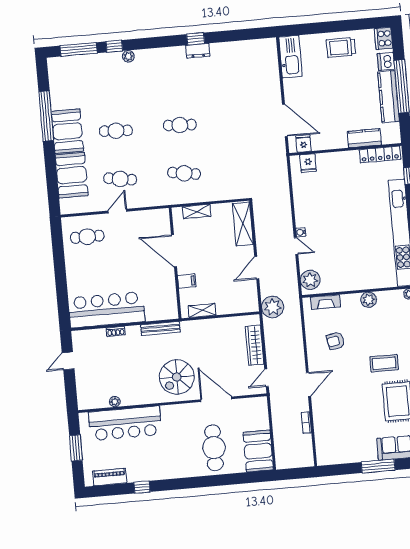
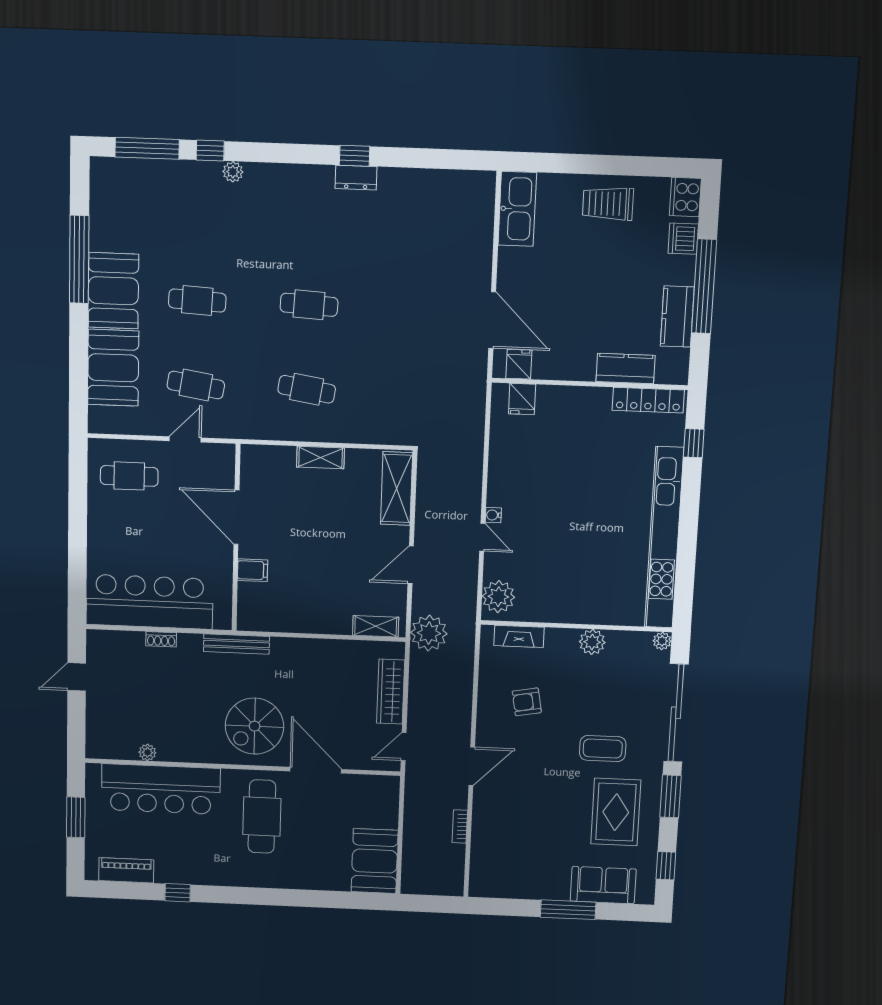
kitchen counter: (388, 97) -> (677, 317), width x0.67
door: (174, 251) -> (236, 517), moved
wall: (175, 263) -> (236, 538), moved
filing cabinet: (187, 281) -> (253, 570), moved
shelving: (202, 310) -> (376, 626), moved
cafe table: (214, 448) -> (262, 817), moved

